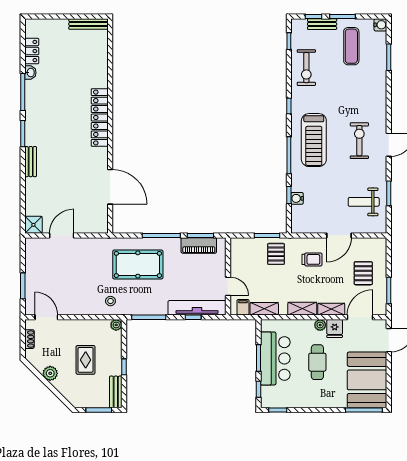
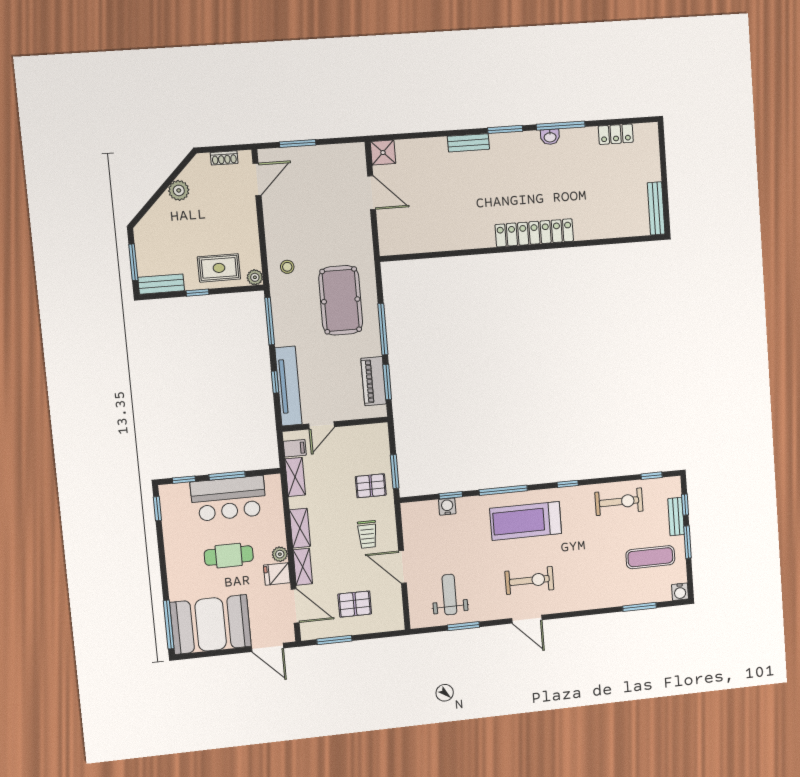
exercise bike: (306, 68) -> (619, 502), turned 180
washbasin: (30, 73) -> (550, 137), moved
door: (110, 187) -> (443, 254), removed
rug: (86, 360) -> (219, 268), moved

